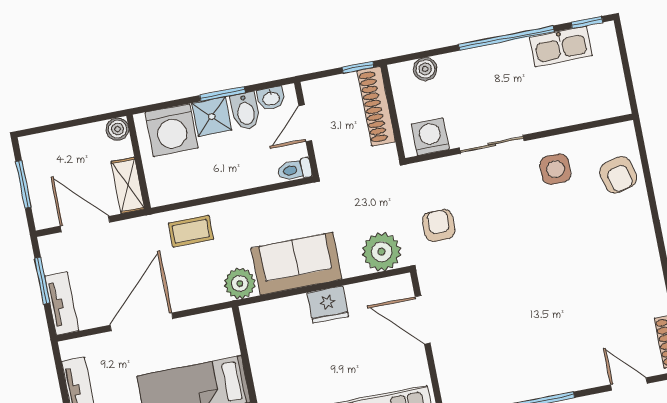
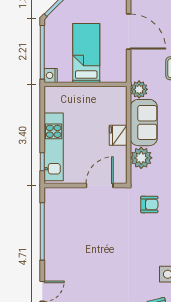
plant: (382, 252) -> (141, 158), moved

